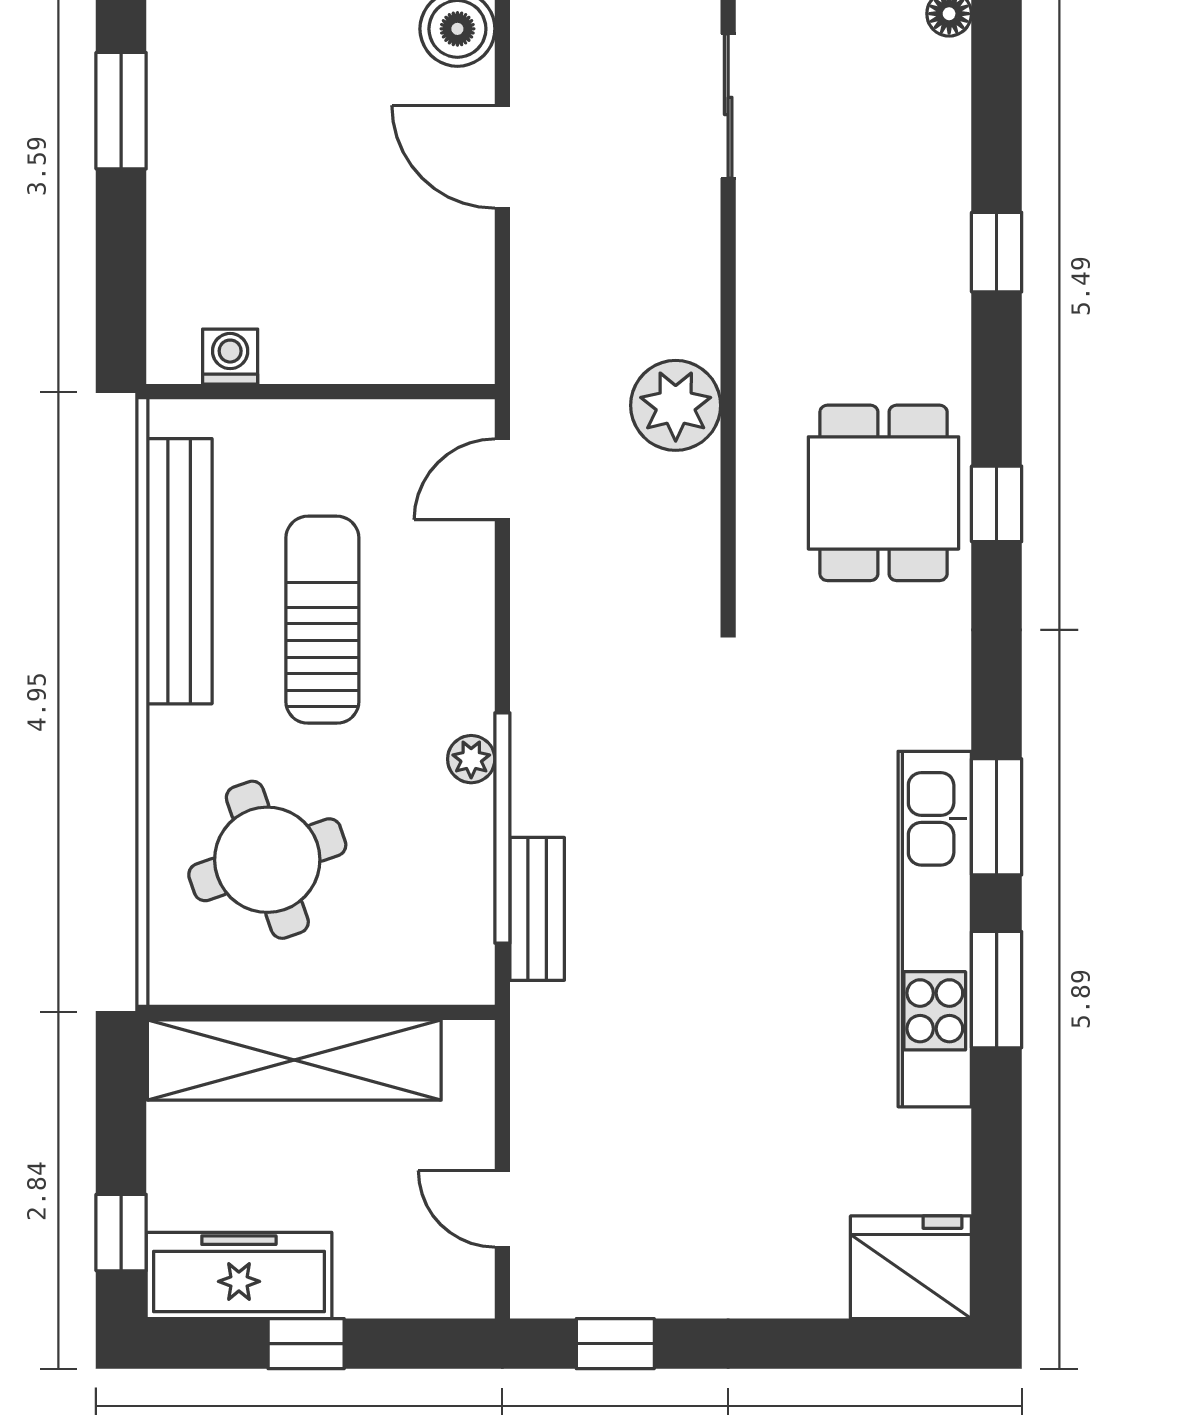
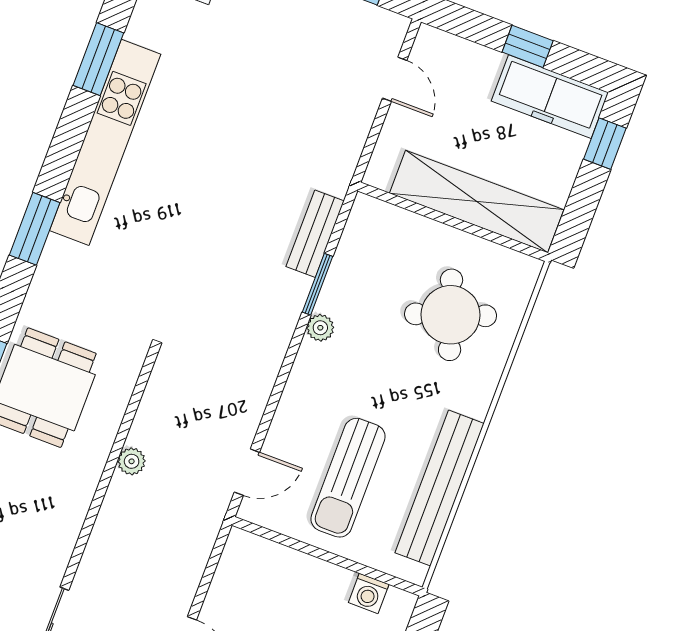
plant: (676, 405) -> (132, 461), width x0.53, depth x0.53
sun lounger: (322, 620) -> (348, 478), moved
window: (997, 817) -> (35, 229), moved
window: (502, 828) -> (317, 284), width x0.47
window: (997, 990) -> (98, 59), moved

